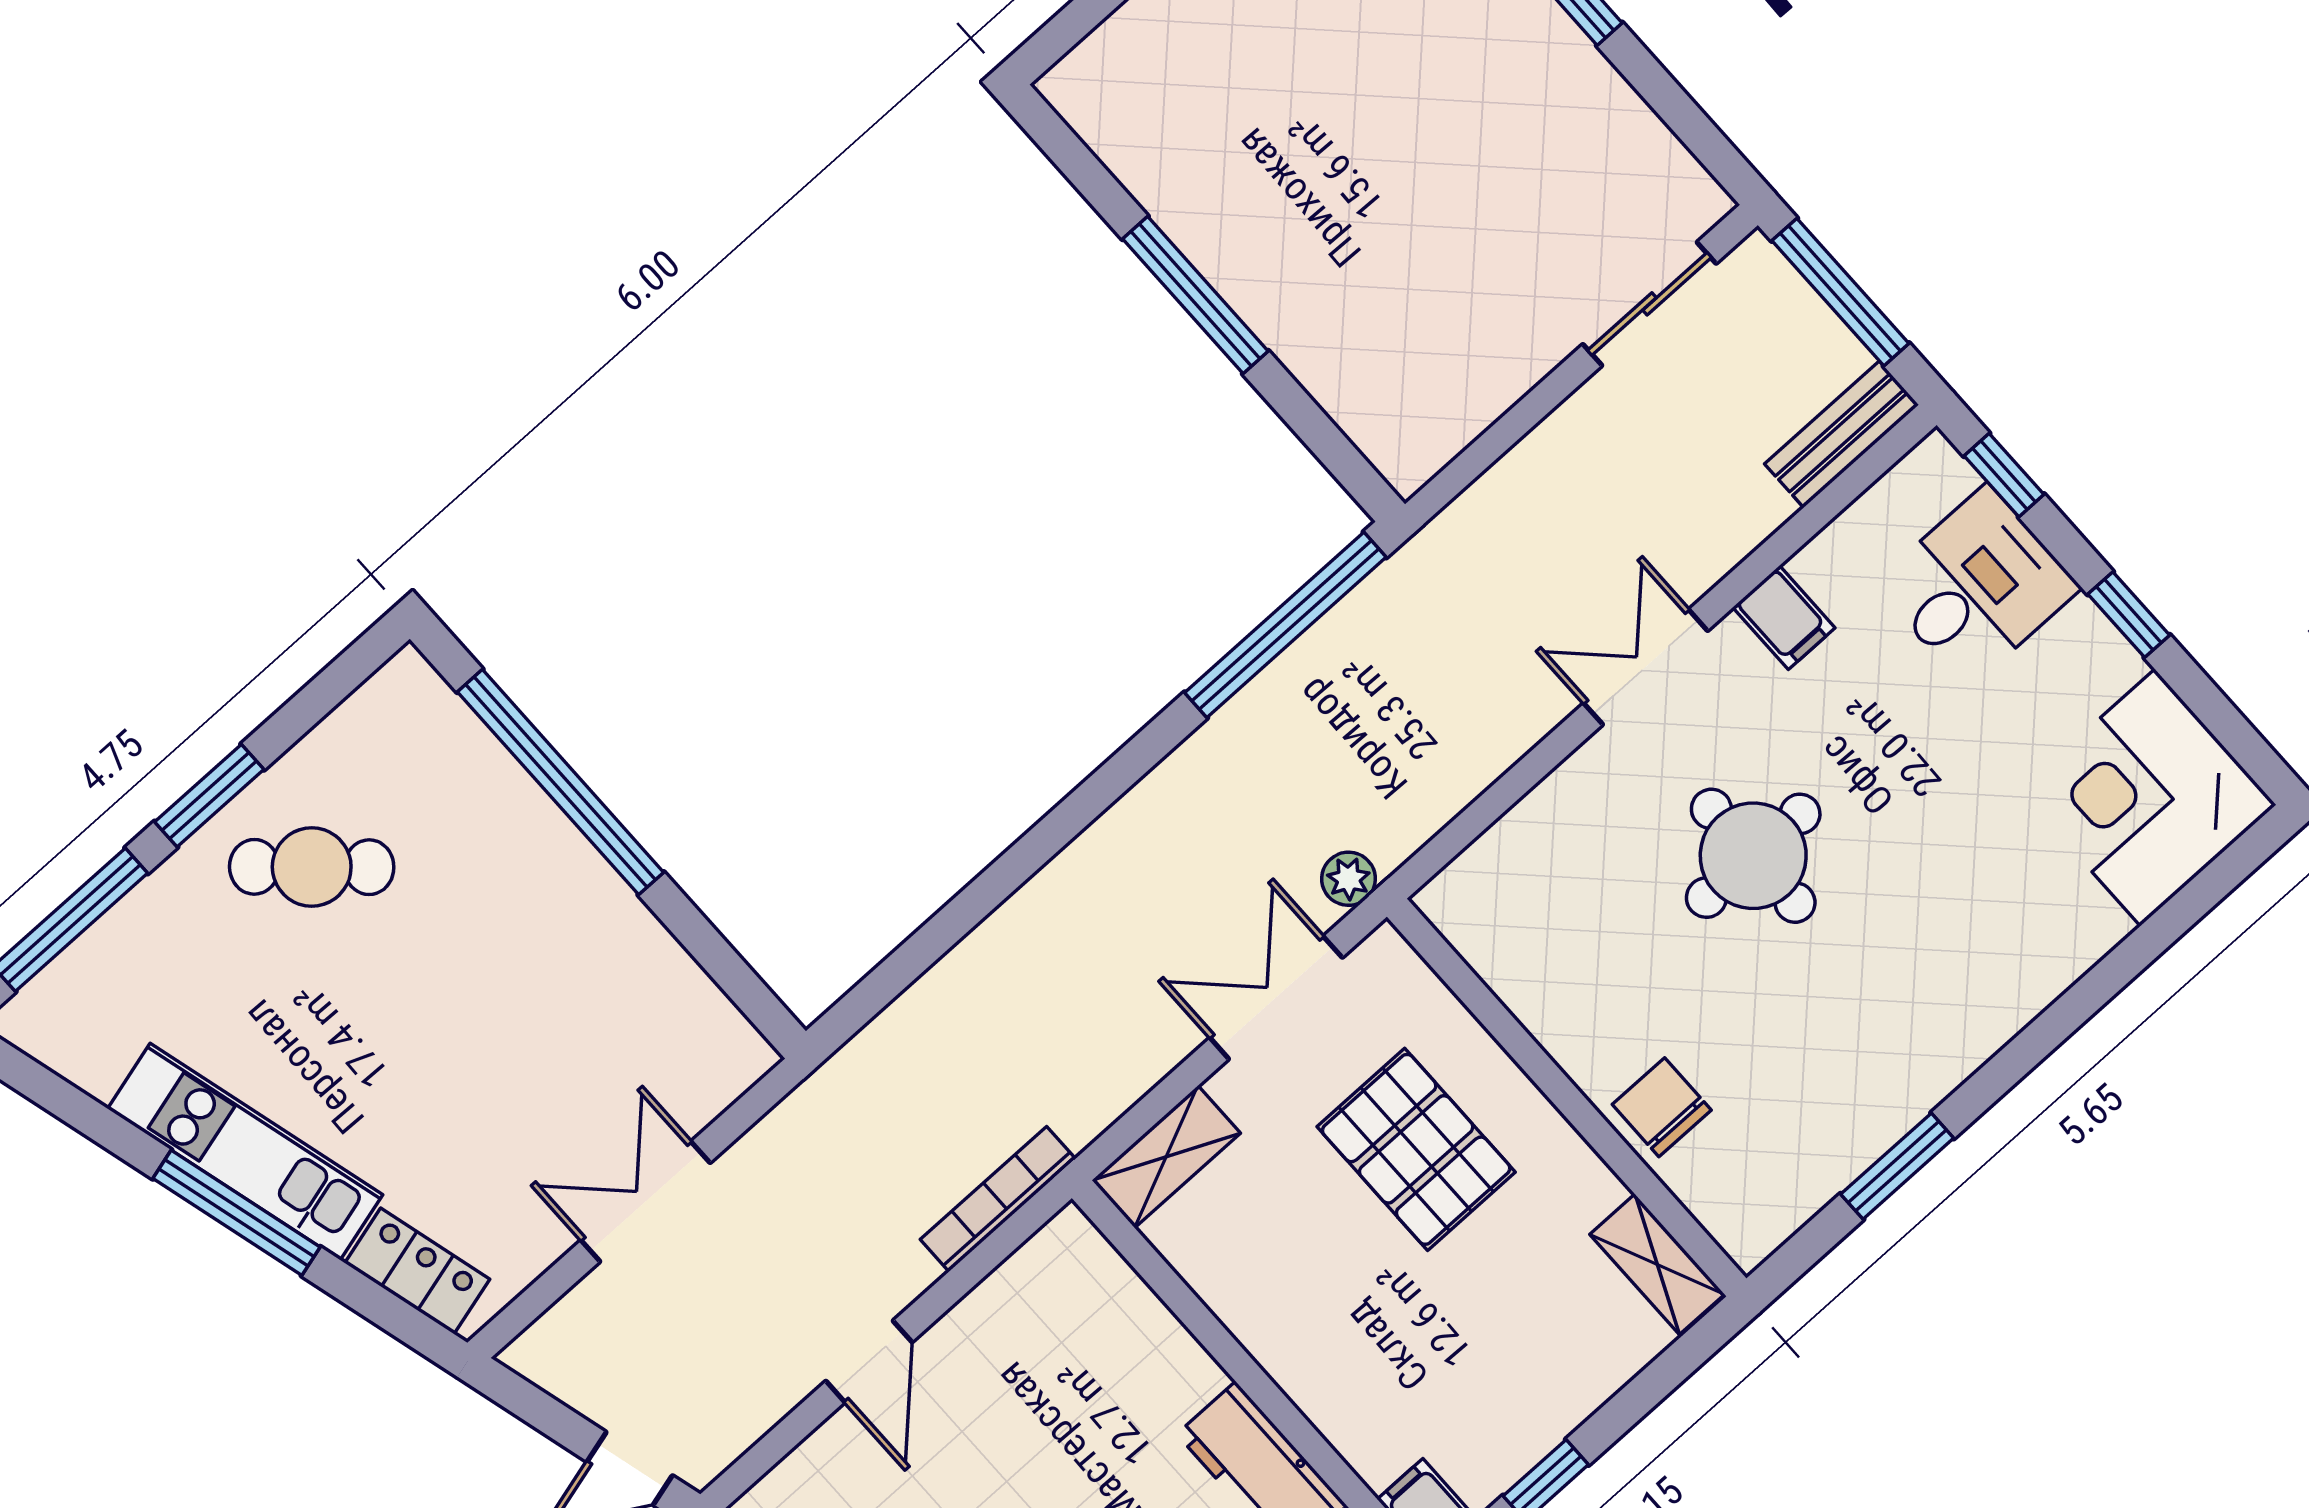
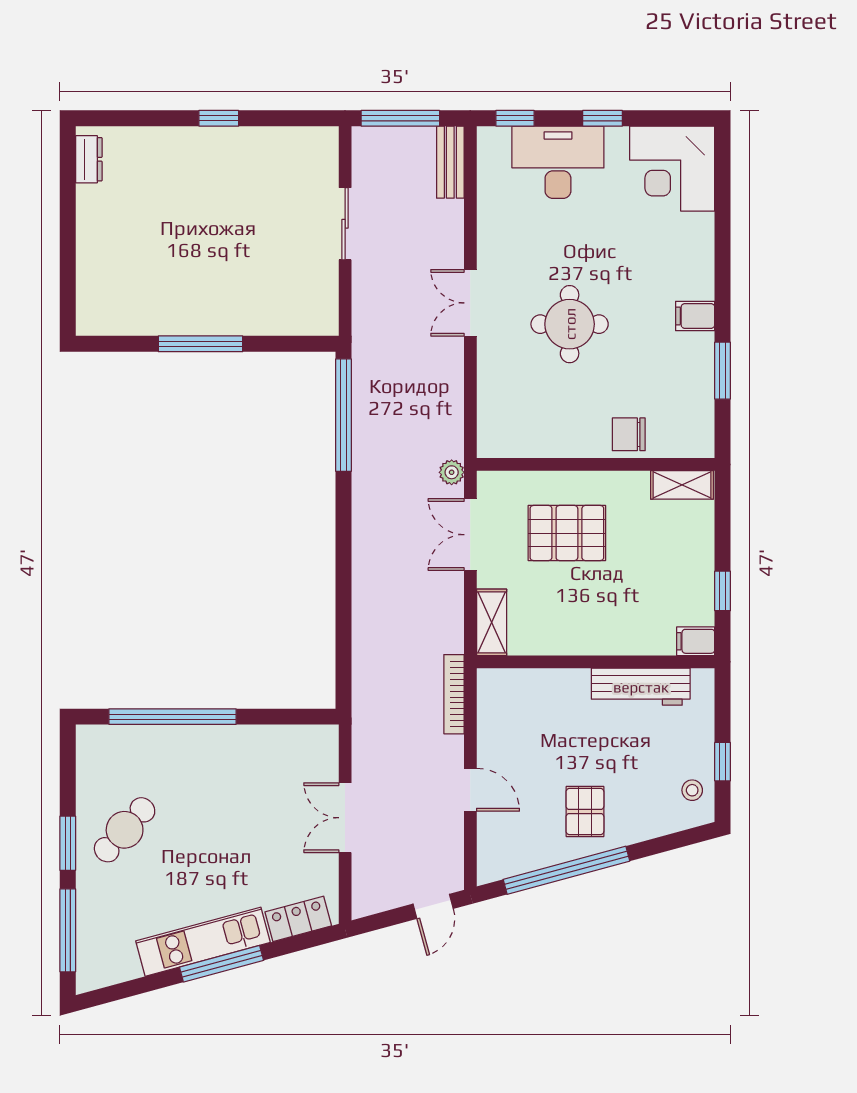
sliding door: (1649, 304) -> (345, 224), moved
desk: (1977, 586) -> (558, 162), width x1.37
filing cabinet: (1784, 618) -> (695, 316), moved, turned 180

